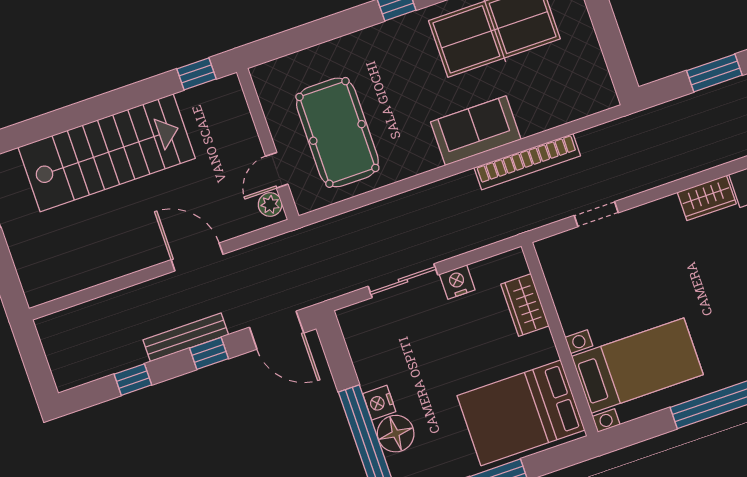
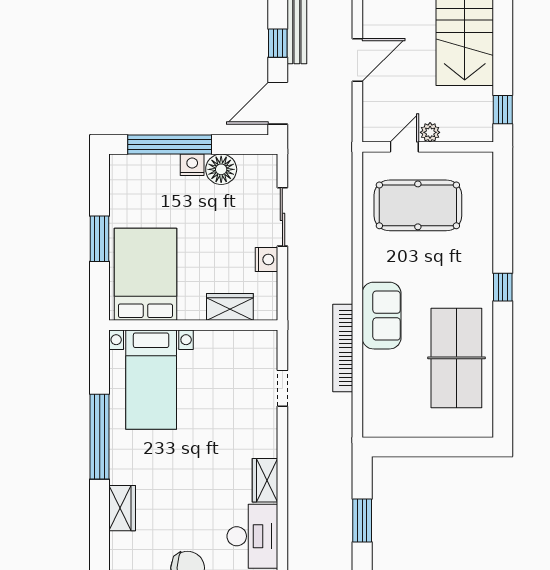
door: (277, 170) -> (404, 147), hinge flipped
plant: (270, 205) -> (430, 132), moved
floor lamp: (396, 434) -> (221, 169), moved

